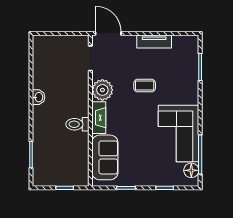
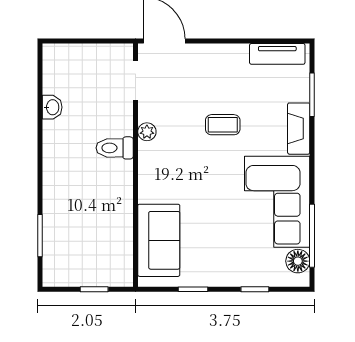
tv unit: (154, 42) -> (277, 54), moved
plant: (102, 90) -> (147, 132), width x0.53, depth x0.53
washbasin: (39, 97) -> (52, 107), moved
fireplace: (99, 118) -> (299, 129), moved, turned 180
toilet: (77, 124) -> (115, 148), moved

